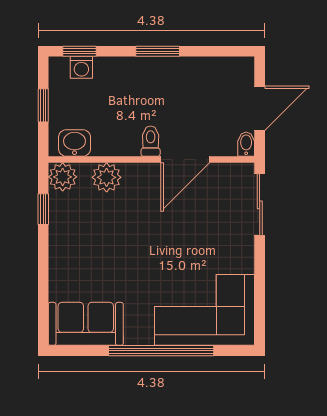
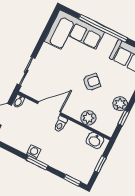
washing machine: (81, 67) -> (34, 152), moved
plant: (63, 177) -> (120, 104), moved
armchair: (133, 244) -> (92, 82), added

